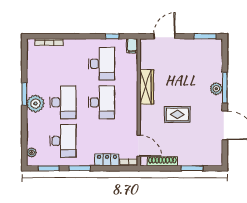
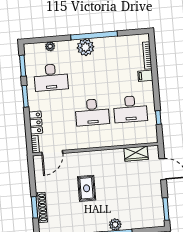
filing cabinet: (132, 46) -> (145, 76), moved
wardrobe: (147, 87) -> (136, 154), moved, width x0.67
window: (24, 94) -> (94, 35), width x2.11
desk: (63, 102) -> (89, 74), removed
plant: (32, 153) -> (50, 46), moved
shoe rack: (162, 161) -> (42, 207), moved

